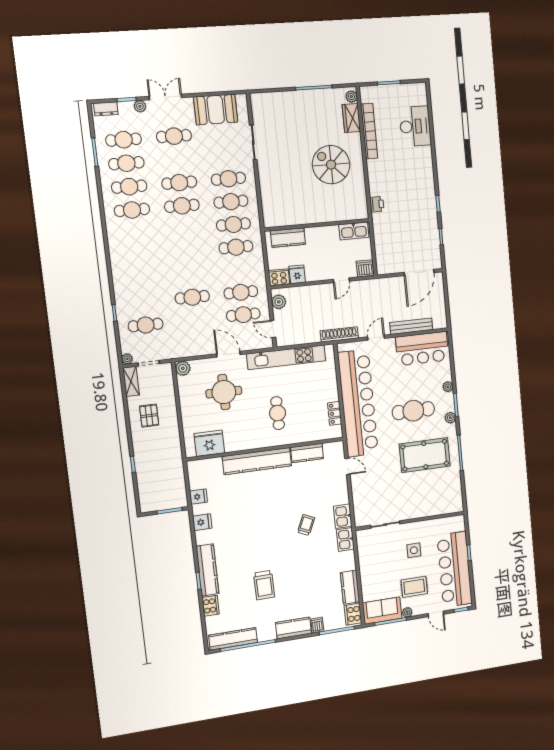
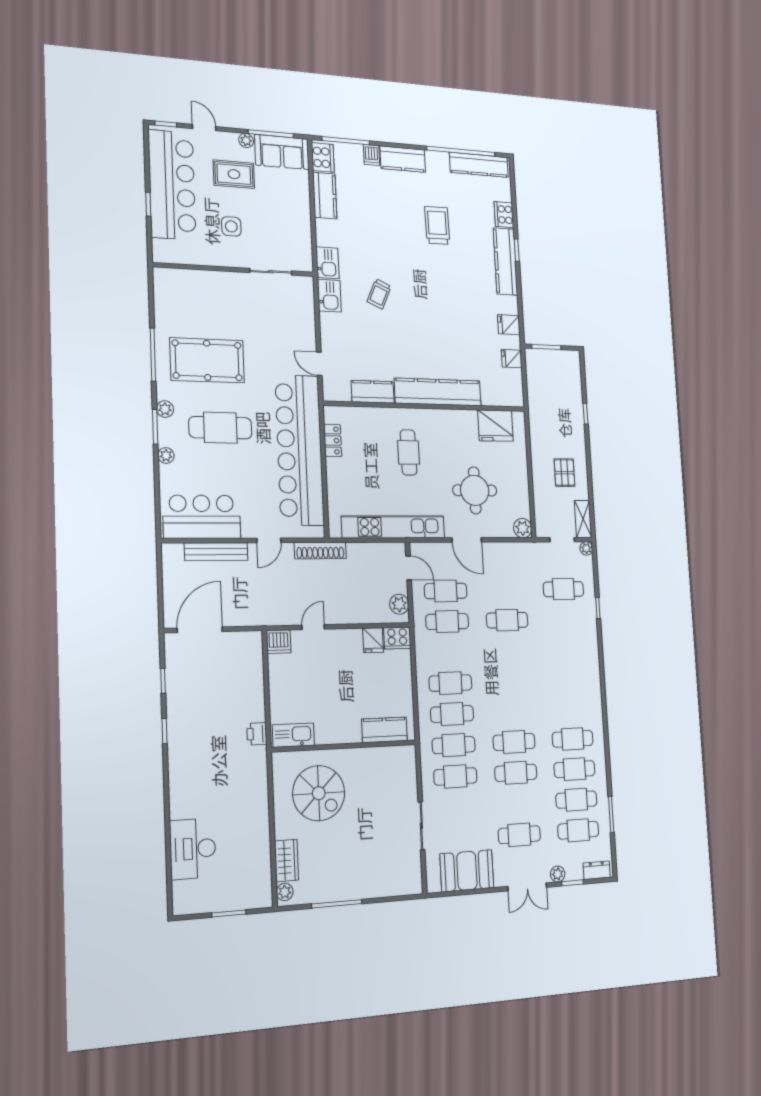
bookcase: (369, 131) -> (262, 842), removed
wall: (317, 225) -> (344, 746), moved
kitchen sink: (354, 231) -> (293, 735), moved
kitchen counter: (288, 238) -> (385, 730), moved

